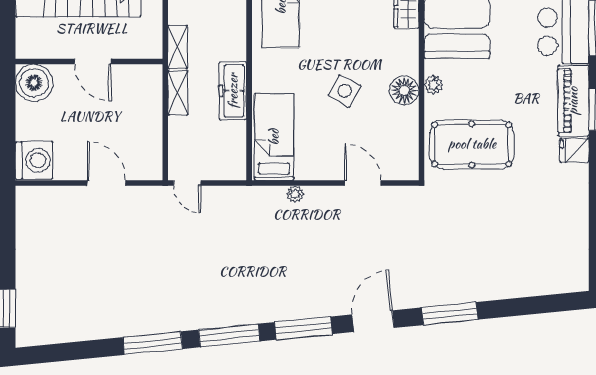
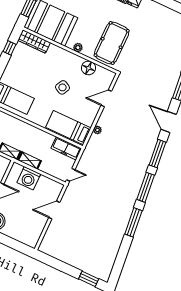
floor lamp: (404, 90) -> (89, 68), moved
freezer: (233, 91) -> (66, 148), moved
washing machine: (34, 160) -> (29, 178), moved, turned 180

